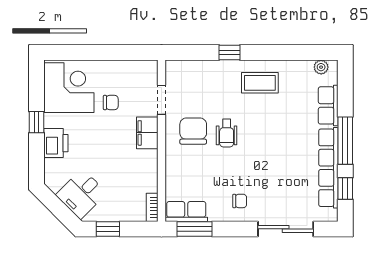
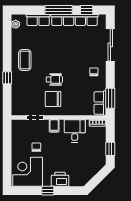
filing cabinet: (147, 133) -> (54, 126), width x0.50
desk: (81, 194) -> (75, 131), moved, turned -135

